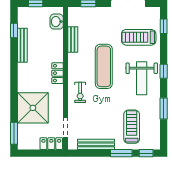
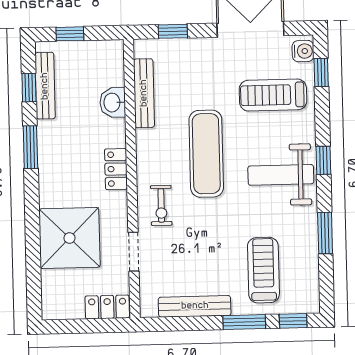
water cooler: (155, 15) -> (303, 51), added
washbasin: (57, 22) -> (113, 103), moved
bench: (73, 39) -> (144, 93), width x1.36
bench: (22, 45) -> (45, 86), moved
weight bench: (142, 78) -> (281, 175), turned 90
doorway: (65, 127) -> (134, 252), moved
window: (14, 133) -> (30, 147), moved

